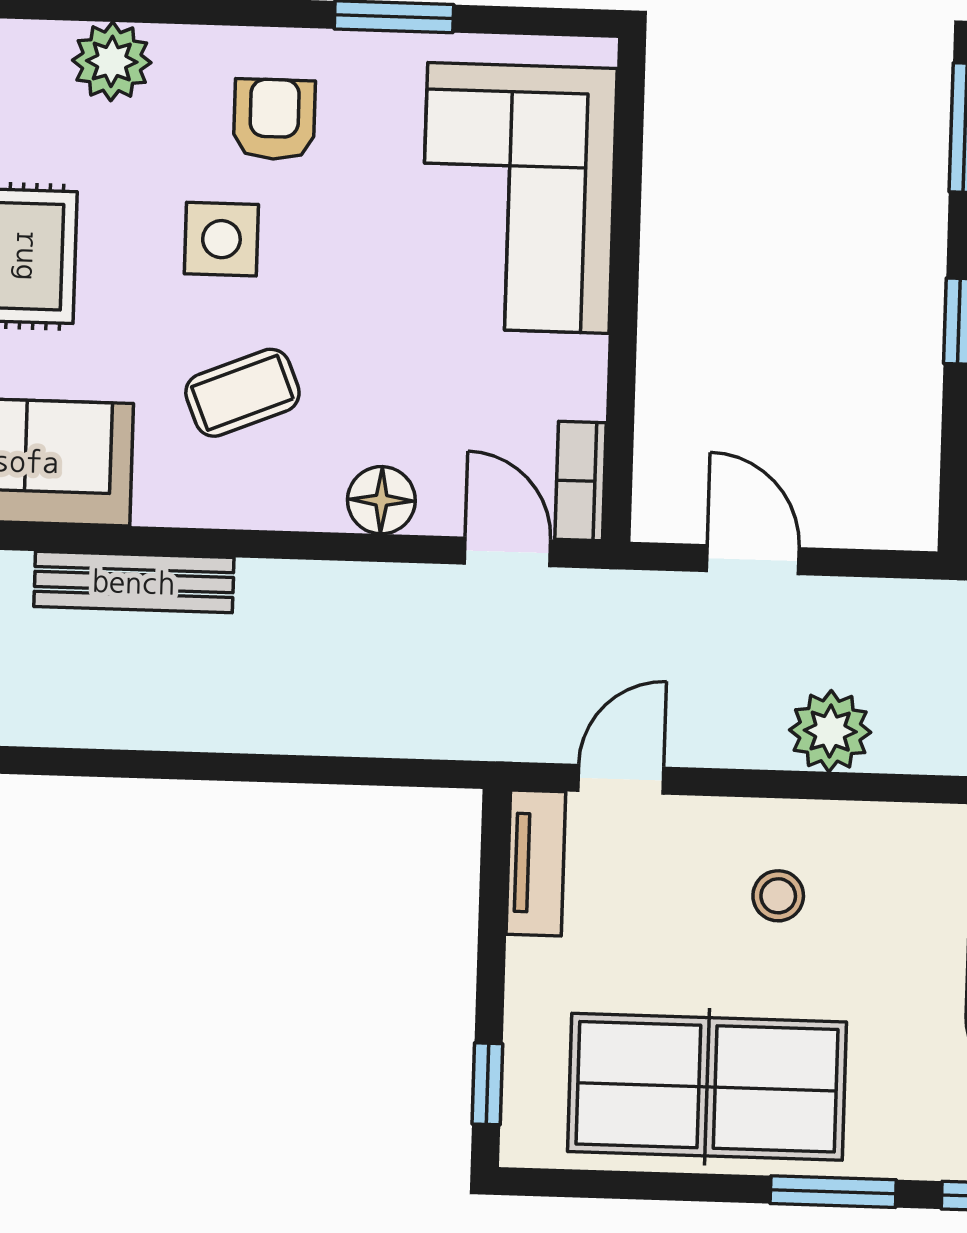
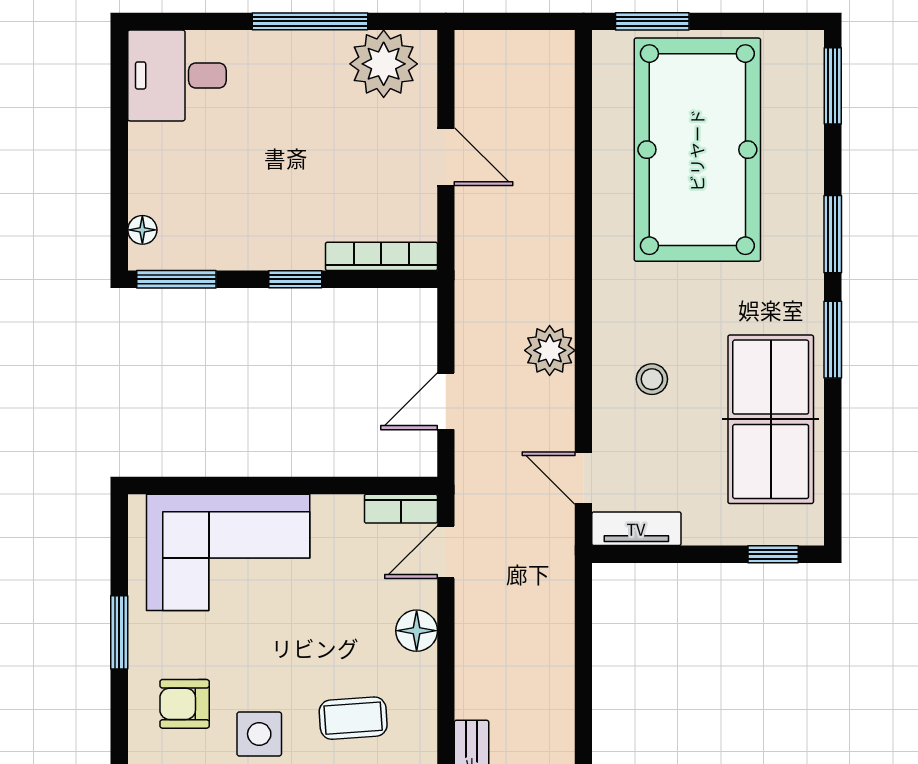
coffee table: (242, 393) -> (353, 718), turned -72

